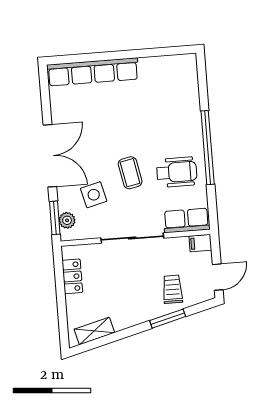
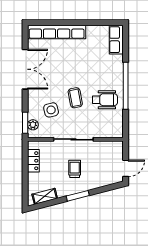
double door: (50, 156) -> (25, 69), moved
row of seats: (187, 220) -> (116, 40), moved, turned -90
filing cabinet: (200, 243) -> (116, 146), removed
trolley: (172, 289) -> (75, 169), moved
window: (168, 319) -> (78, 196), moved

